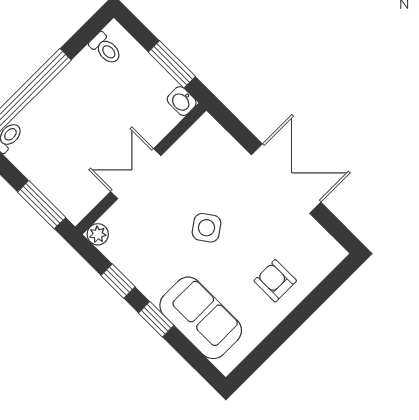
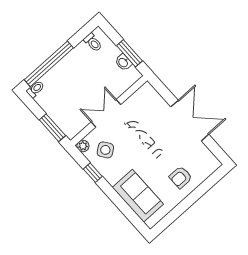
washbasin: (182, 101) -> (123, 62), moved
side table: (206, 228) -> (105, 150), moved
armchair: (275, 281) -> (181, 177), turned -90
window: (156, 319) -> (113, 195), removed

